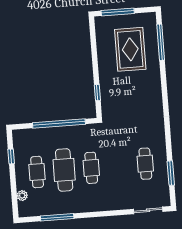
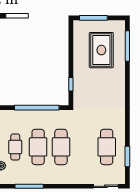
cafe table: (145, 164) -> (107, 147), width x1.37, depth x1.35
cafe table: (91, 168) -> (61, 147), width x1.37, depth x1.35

